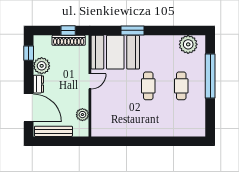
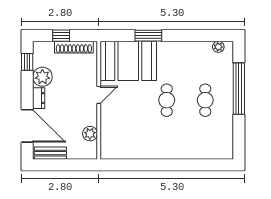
window: (68, 30) -> (61, 36), moved
plant: (188, 44) -> (218, 47), width x0.53, depth x0.53
bench: (53, 131) -> (50, 153), width x0.73

